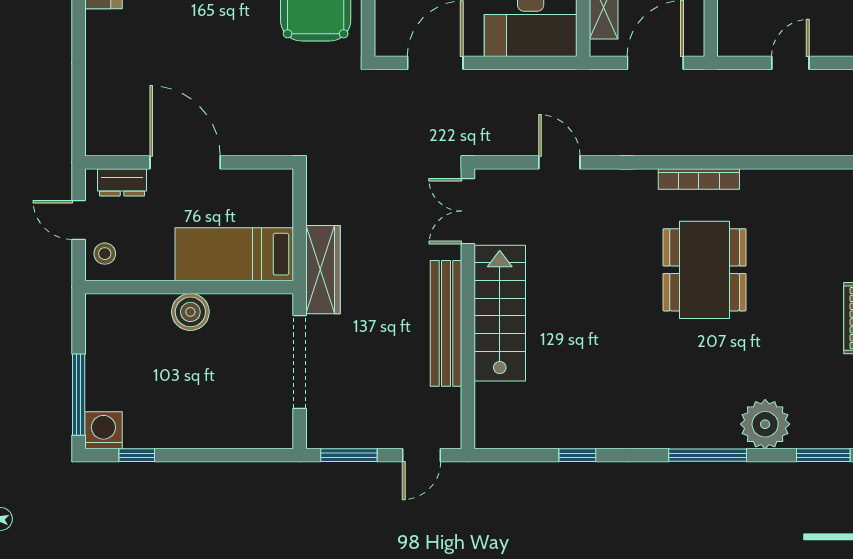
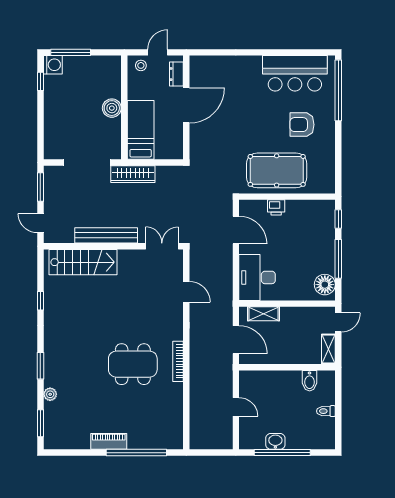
door: (559, 162) -> (186, 292), hinge flipped
stairs: (500, 313) -> (83, 262), moved
plant: (765, 424) -> (50, 394), width x0.53, depth x0.53
window: (708, 455) -> (40, 366), width x0.69

